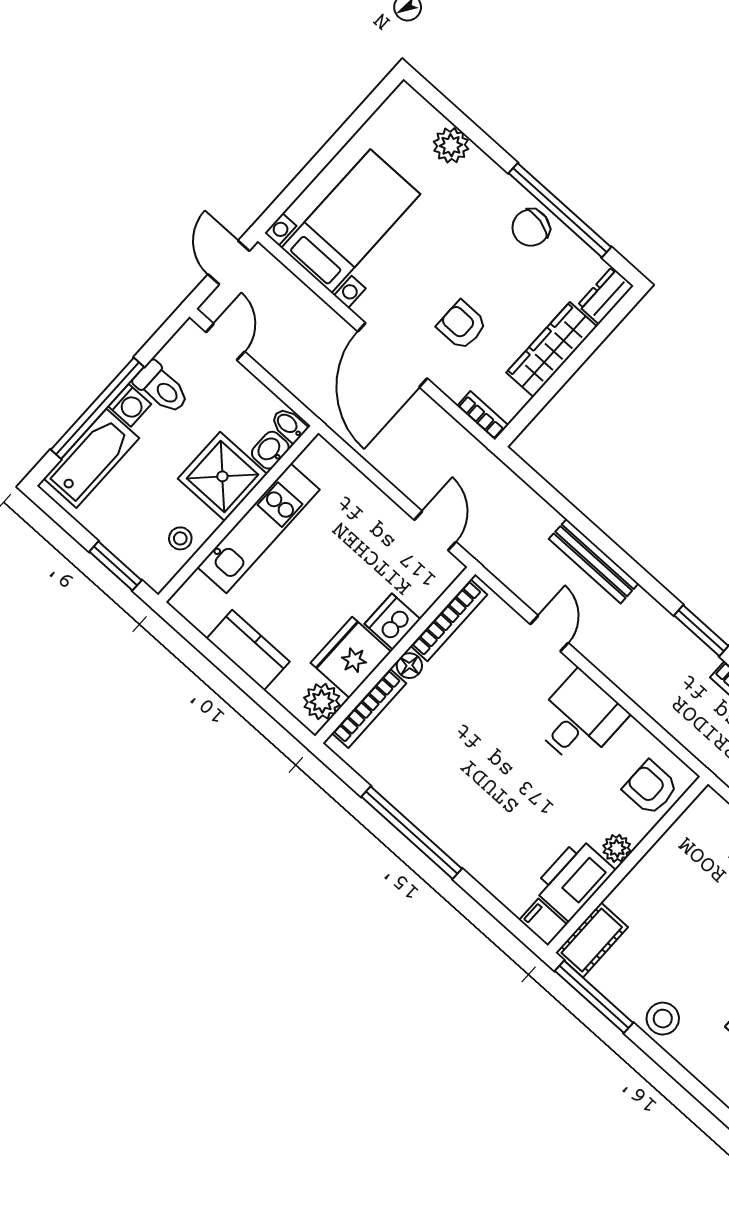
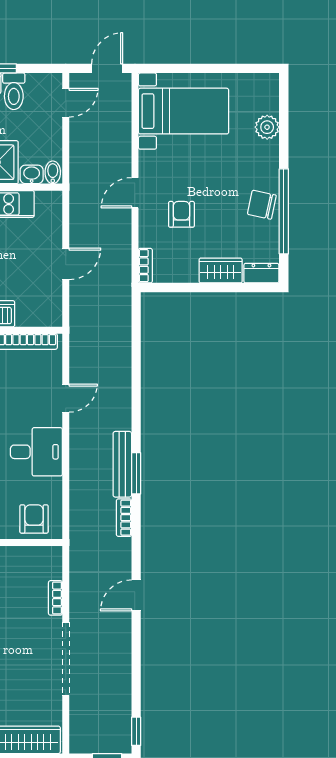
wardrobe: (552, 350) -> (221, 270), width x0.67
door: (392, 355) -> (135, 193), width x0.53
door: (435, 531) -> (66, 264), moved
bench: (594, 561) -> (122, 464), moved

